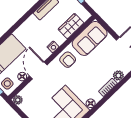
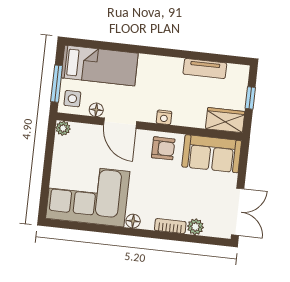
wardrobe: (71, 26) -> (225, 120), moved
armchair: (68, 60) -> (163, 148), turned -90
door: (38, 70) -> (120, 123), swing flipped

